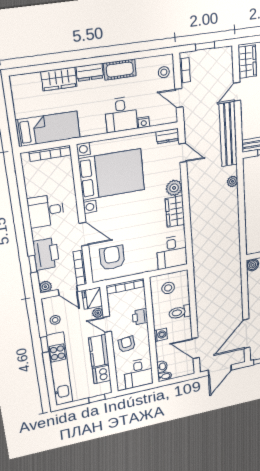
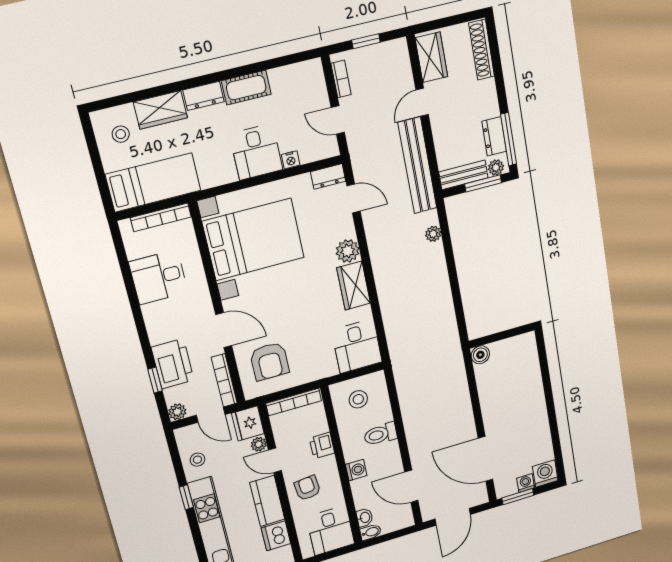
stool: (164, 72) -> (121, 134), moved
desk: (46, 211) -> (158, 277), moved
armchair: (112, 258) -> (270, 361), turned 180
door: (246, 334) -> (486, 459), hinge flipped

